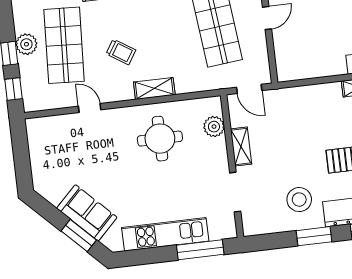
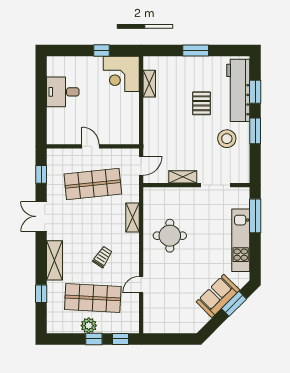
shelving: (154, 88) -> (132, 218), moved
plant: (214, 127) -> (166, 195), removed

